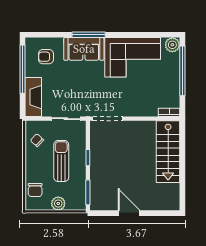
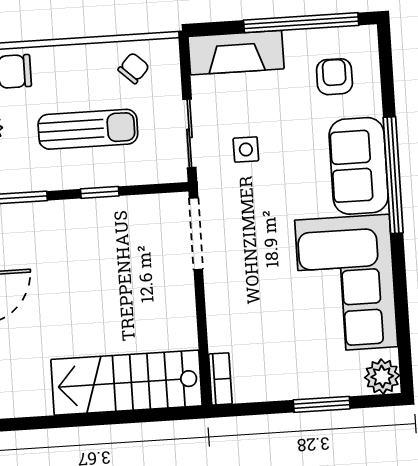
window: (89, 35) -> (393, 175), width x1.46
window: (182, 71) -> (322, 404), width x0.47
side table: (74, 96) -> (246, 149), added

